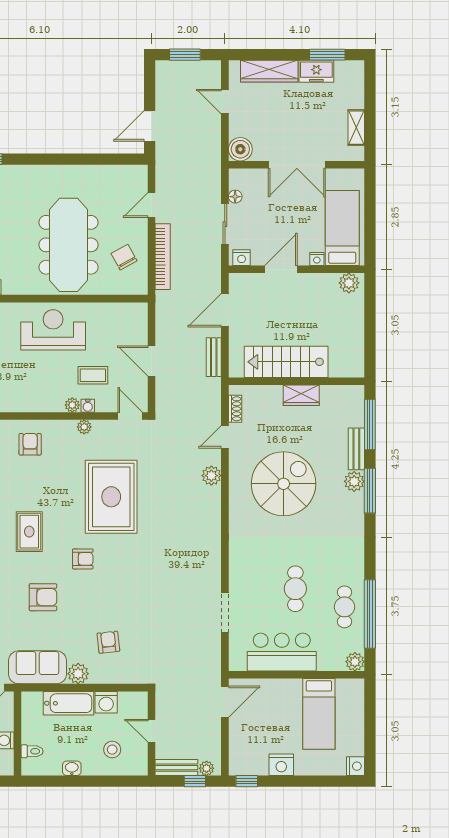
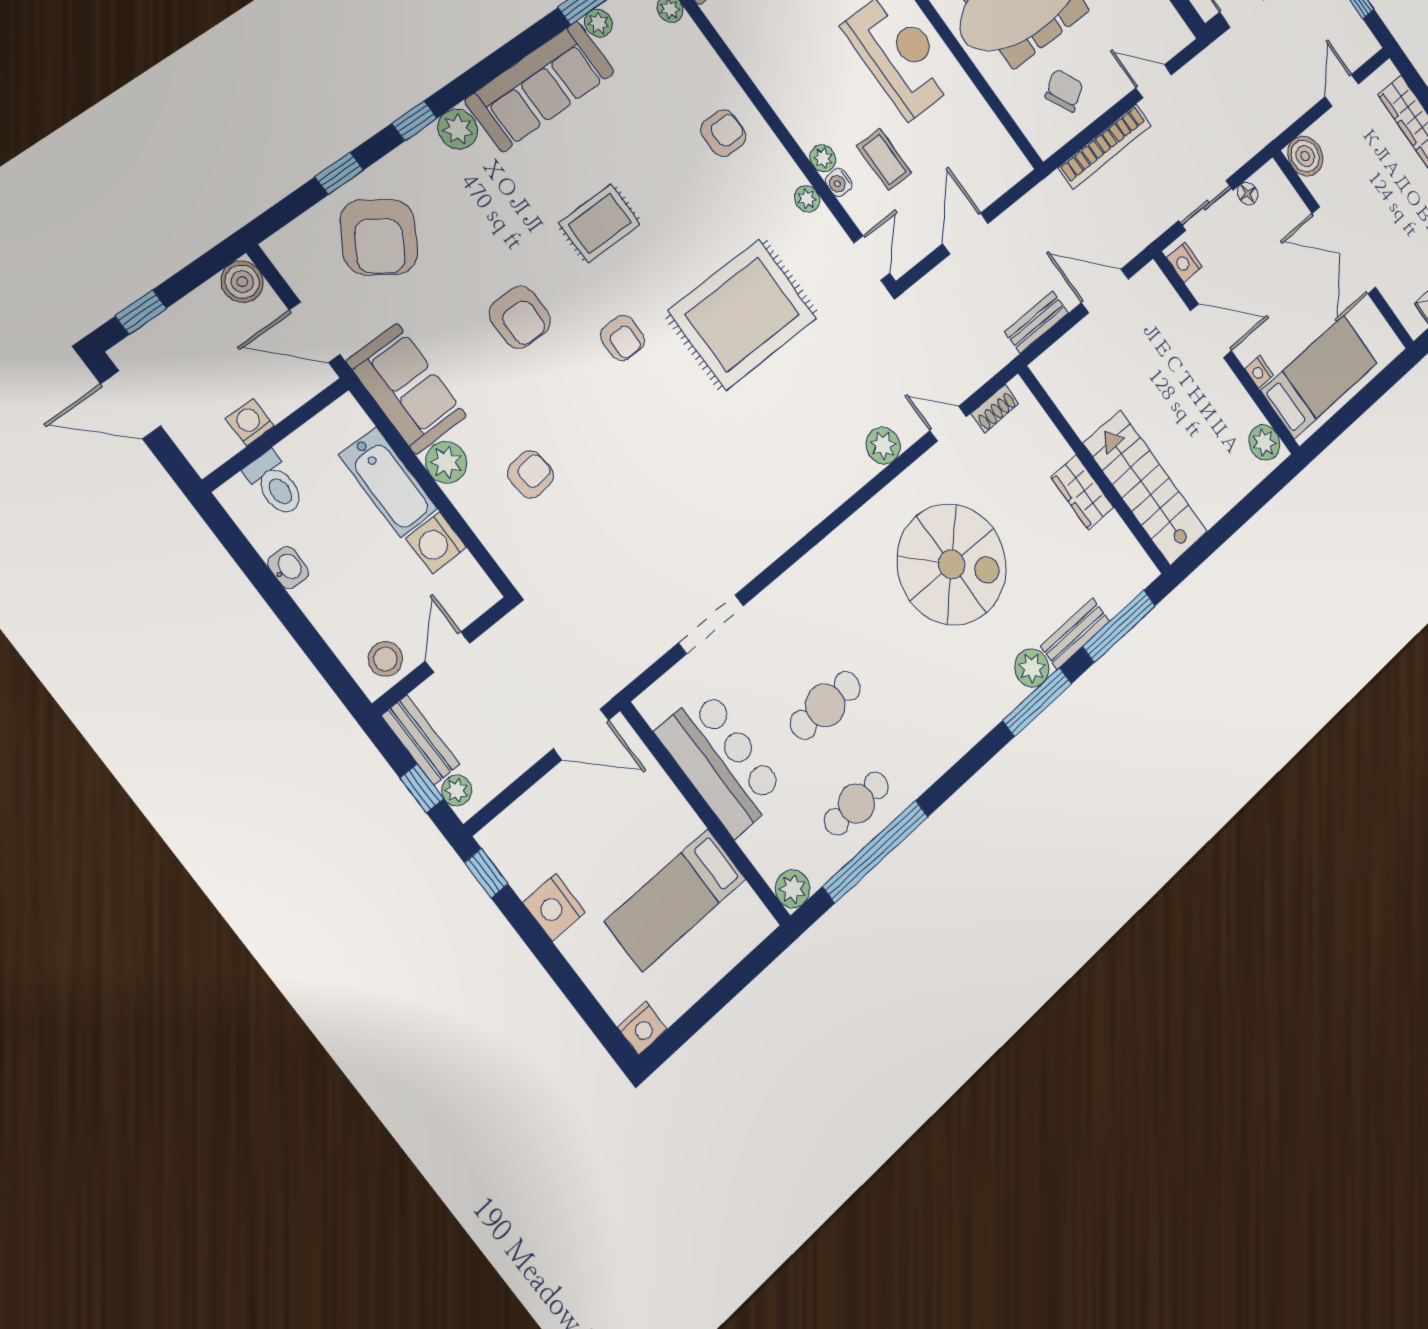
stairs: (286, 362) -> (1145, 488), moved
stool: (112, 750) -> (385, 659), moved
toilet: (32, 751) -> (275, 484), width x1.37, depth x1.39

